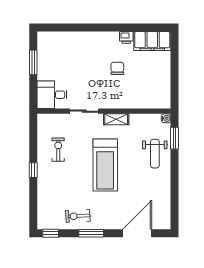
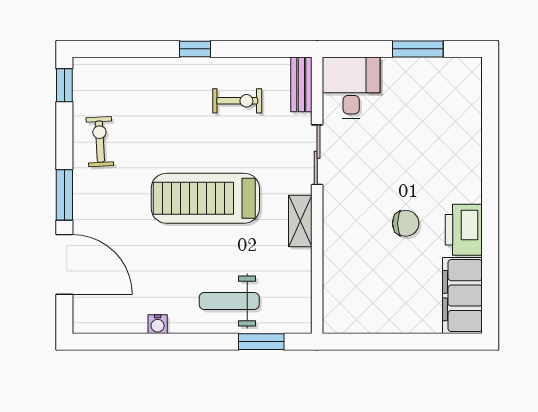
printer: (126, 37) -> (464, 230), width x1.87, depth x1.48
water cooler: (166, 118) -> (158, 324), moved
bench: (50, 119) -> (301, 84), added
window: (91, 233) -> (64, 195), moved

